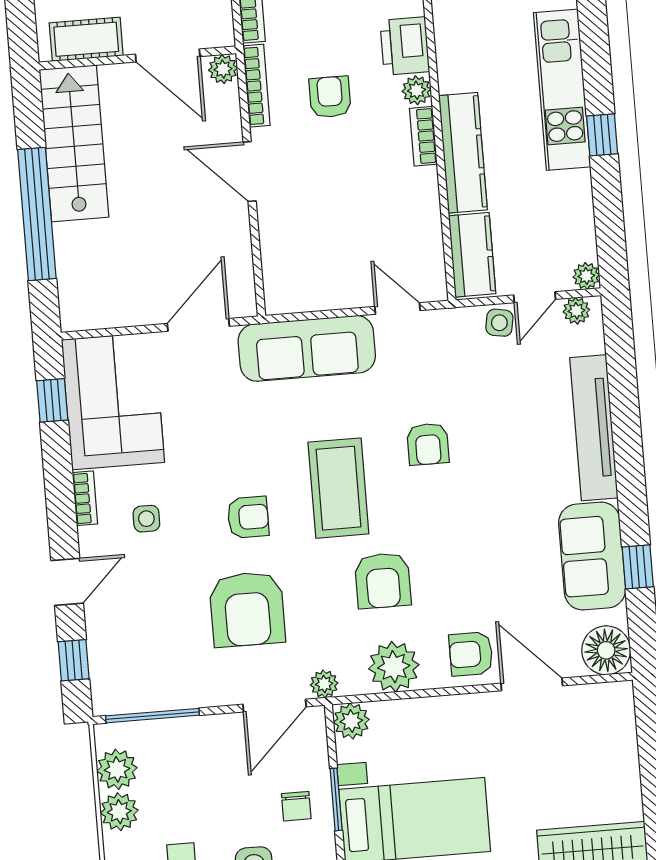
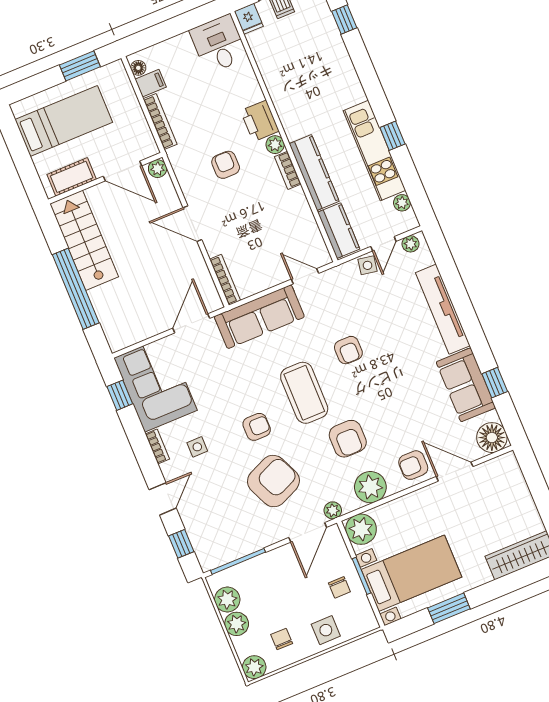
bookcase: (256, 86) -> (225, 280), moved
kitchen unit: (562, 90) -> (374, 151), moved
plant: (586, 276) -> (402, 203), moved
armchair: (247, 609) -> (273, 481), turned -114
plant: (351, 721) -> (361, 529), width x1.36, depth x1.36

